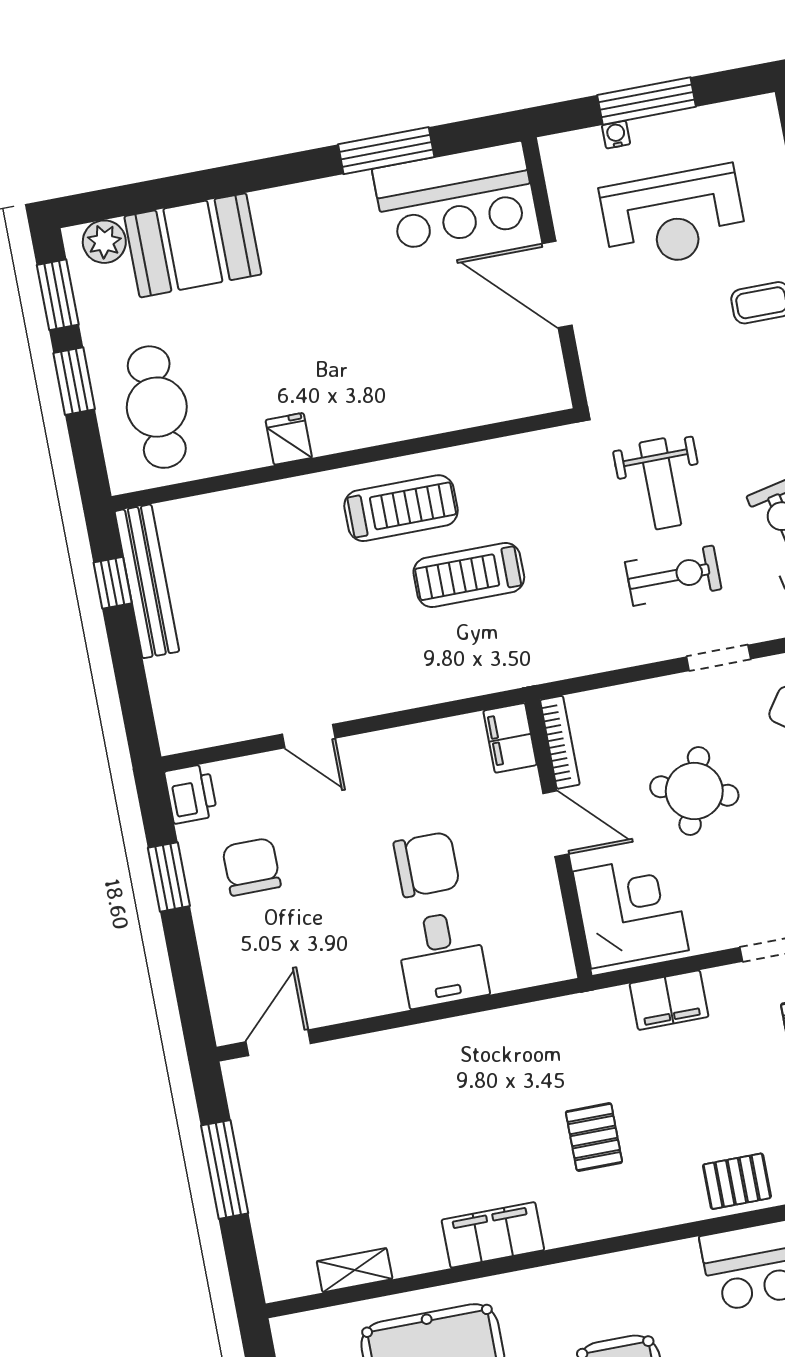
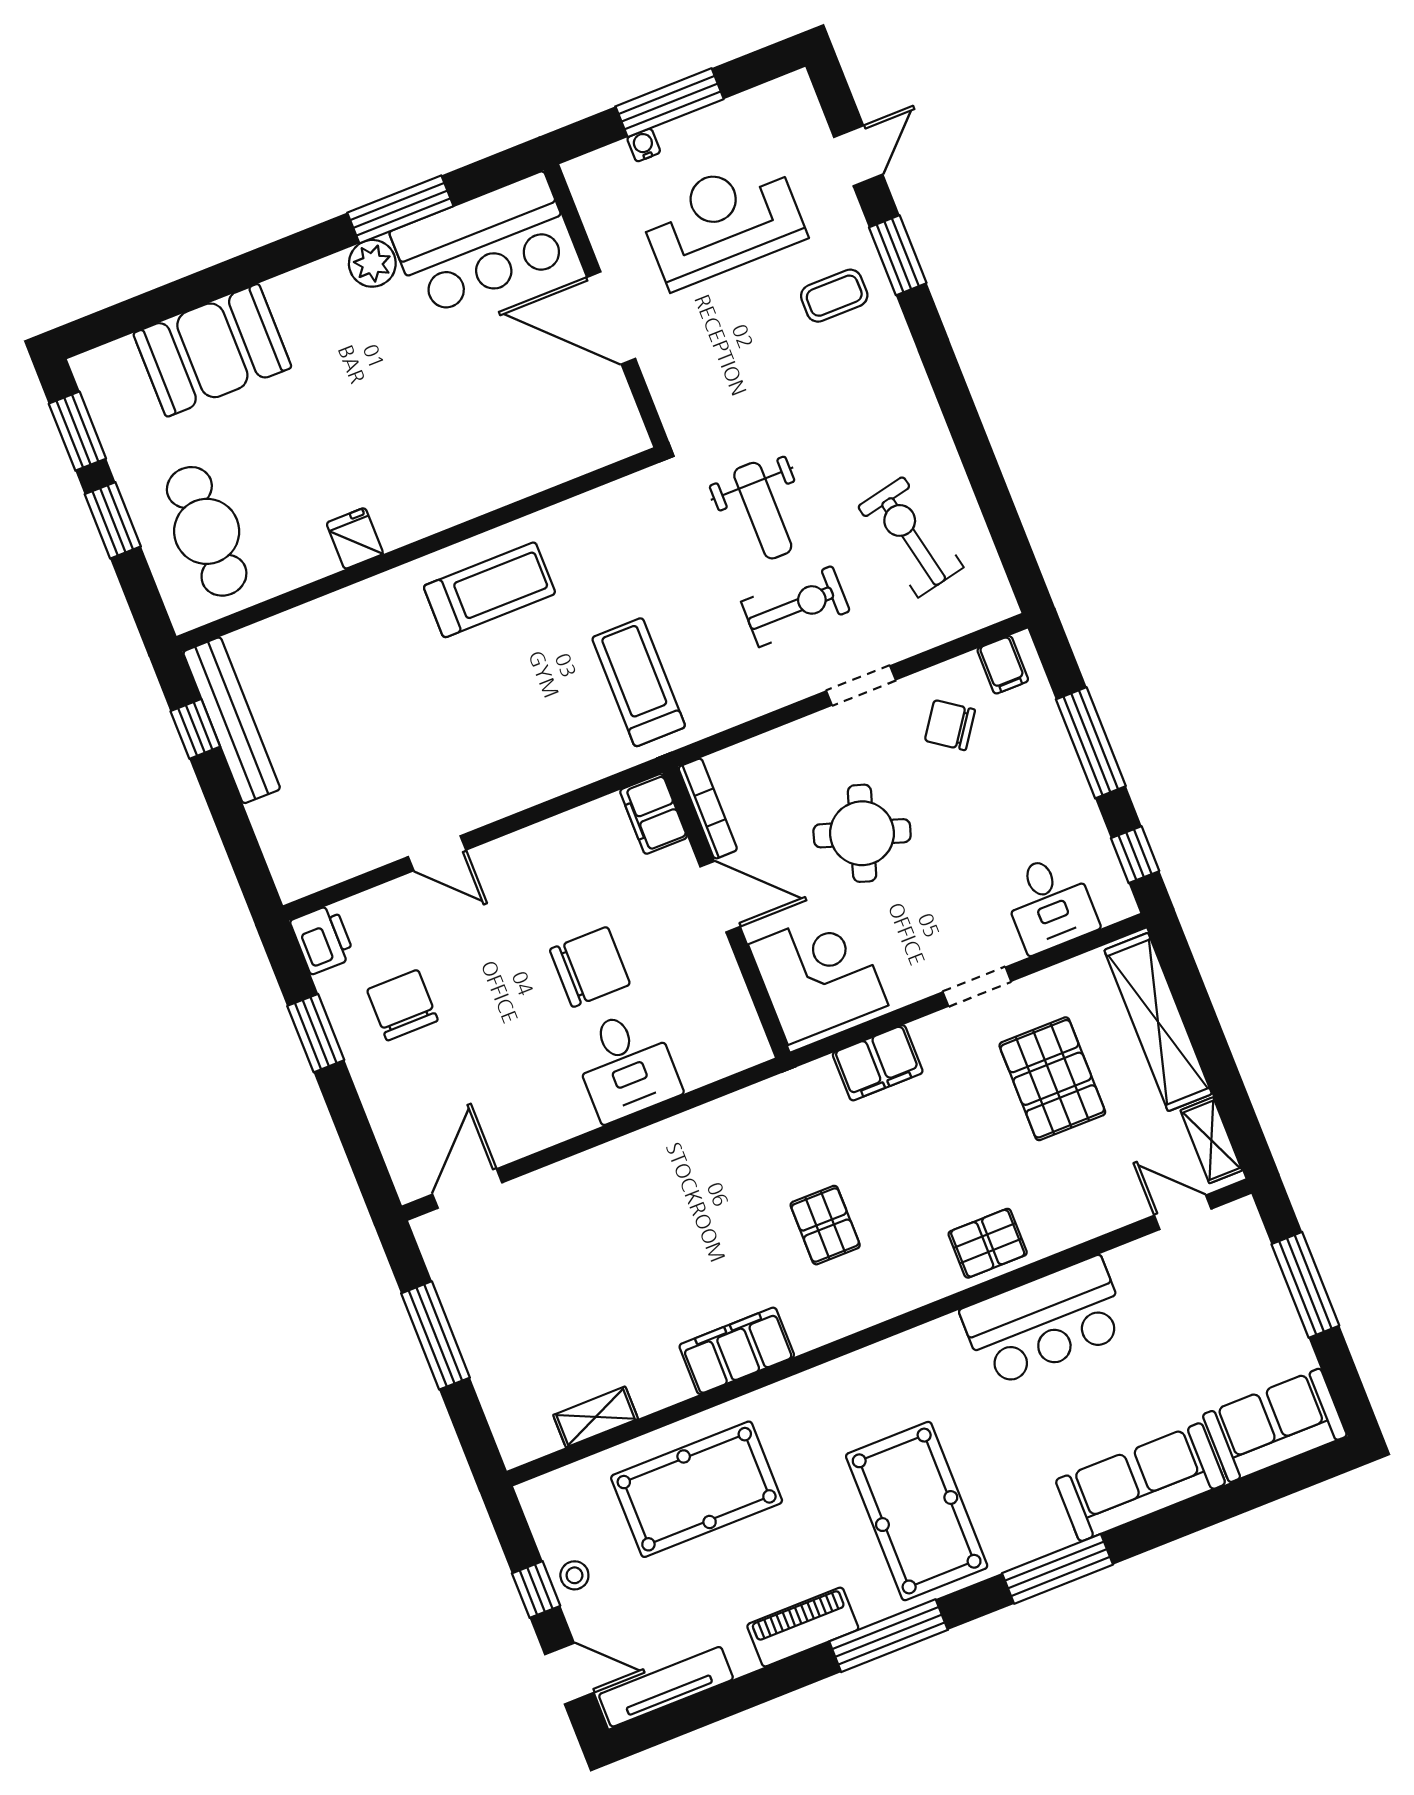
reception desk: (673, 217) -> (722, 222), turned 180
plant: (104, 242) -> (372, 263), moved
treadmill: (469, 575) -> (639, 682), moved, turned 90

